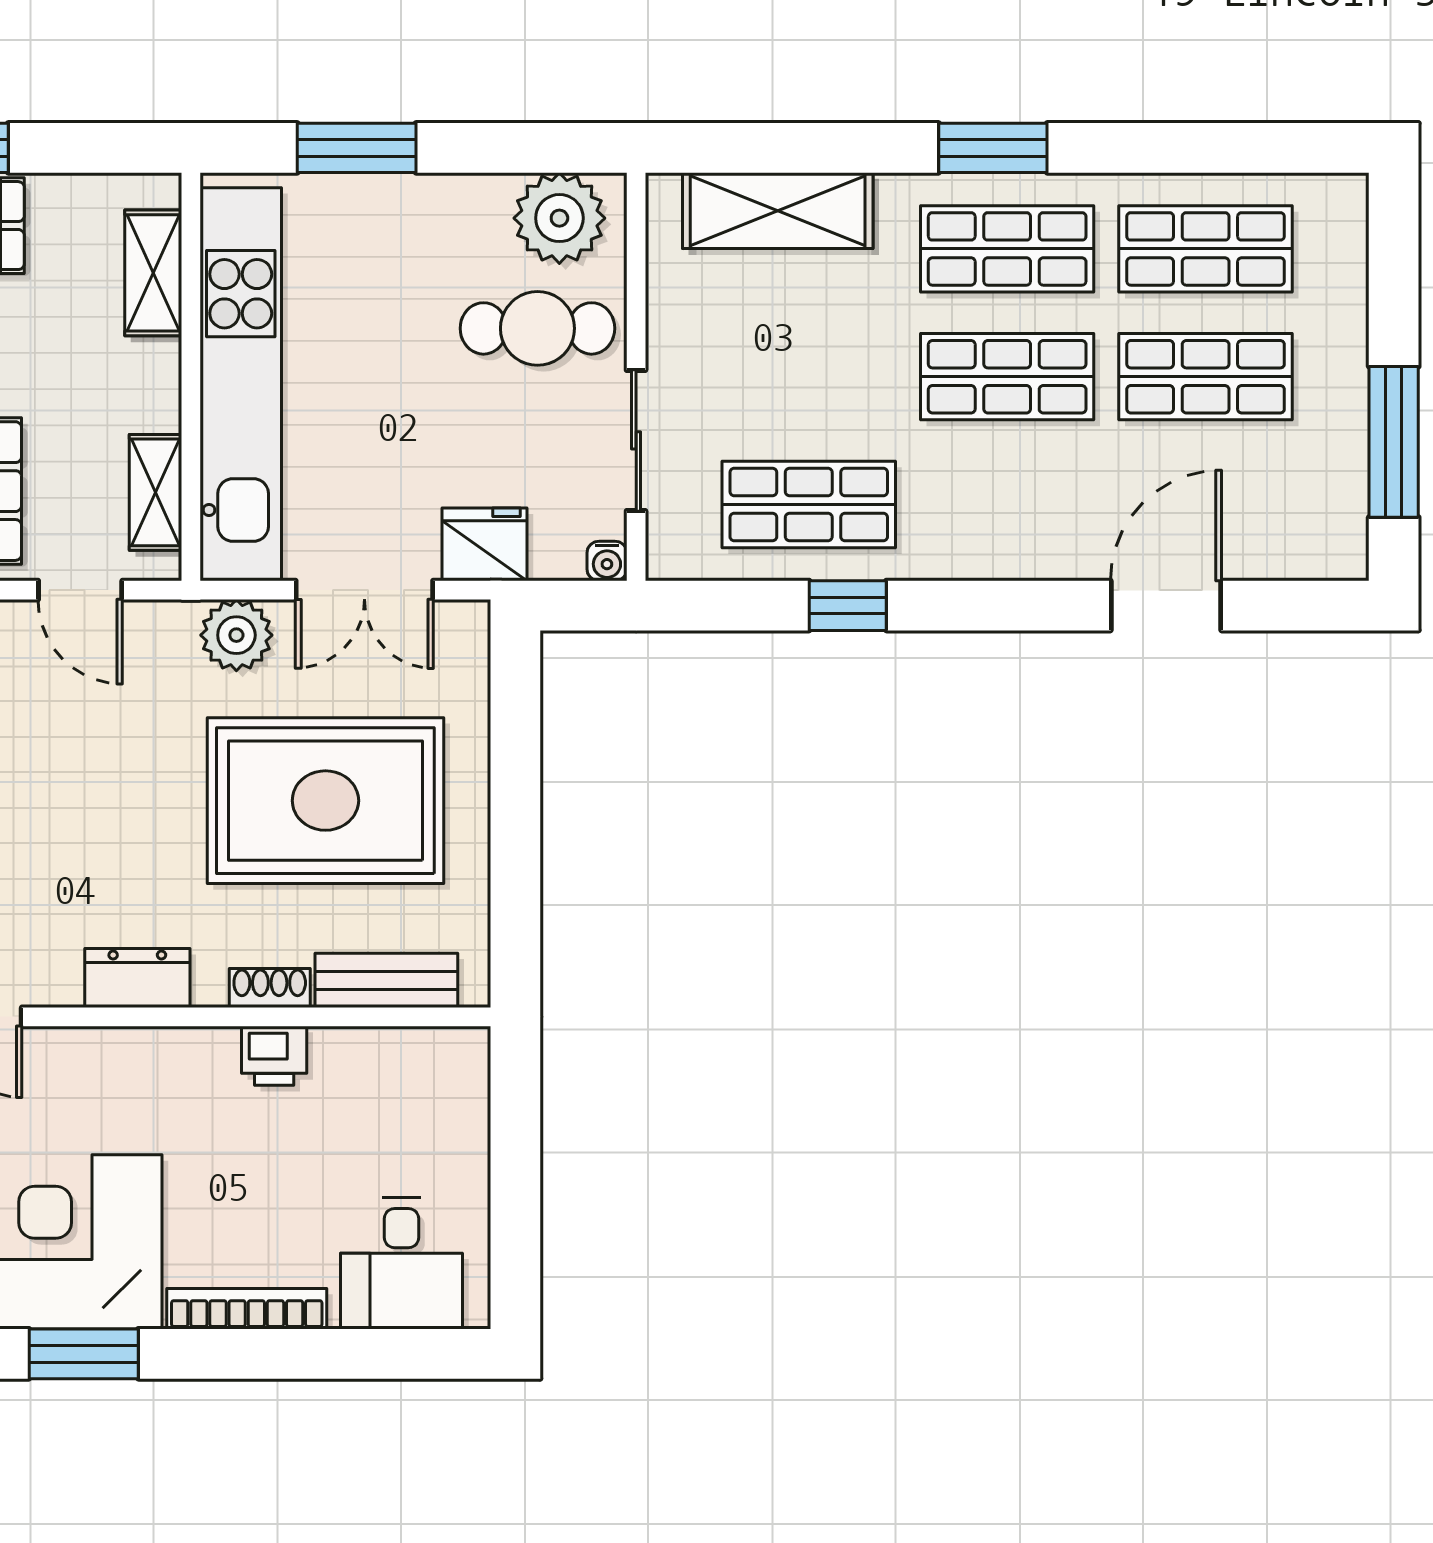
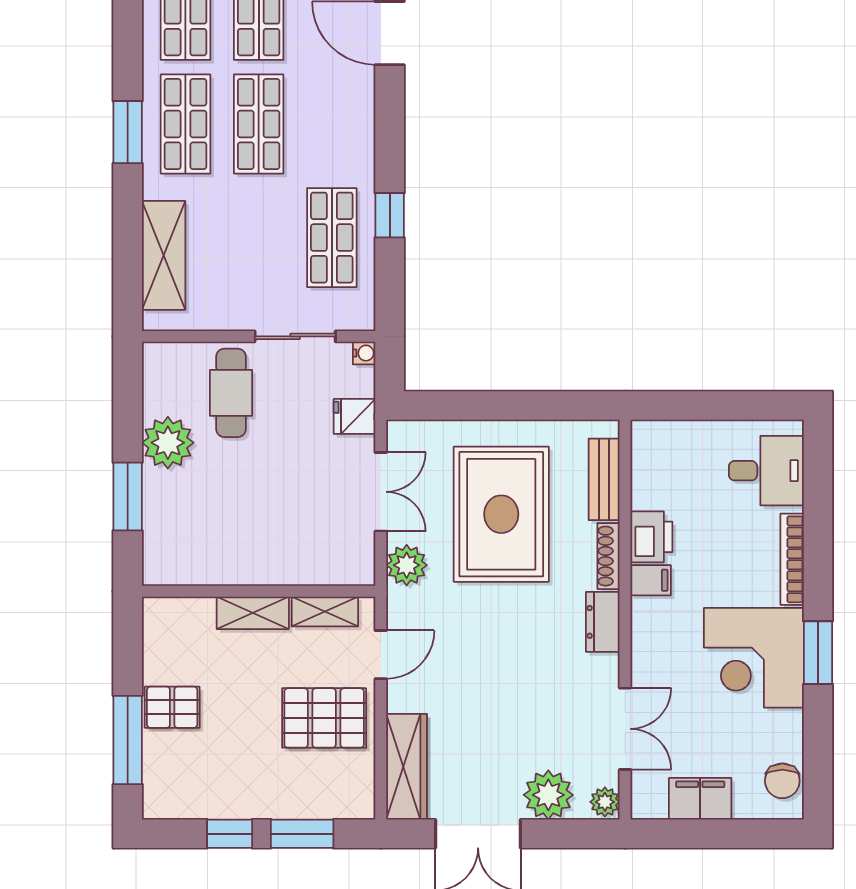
plant: (559, 218) -> (168, 443), moved
shelving: (153, 273) -> (253, 613), moved
kitchen unit: (241, 384) -> (263, 563), removed
fridge: (484, 544) -> (355, 416), width x0.72
shoe rack: (270, 988) -> (609, 556), width x1.43
printer: (274, 1056) -> (651, 537), width x1.36, depth x1.24
filing cabinet: (210, 1061) -> (651, 580), added

